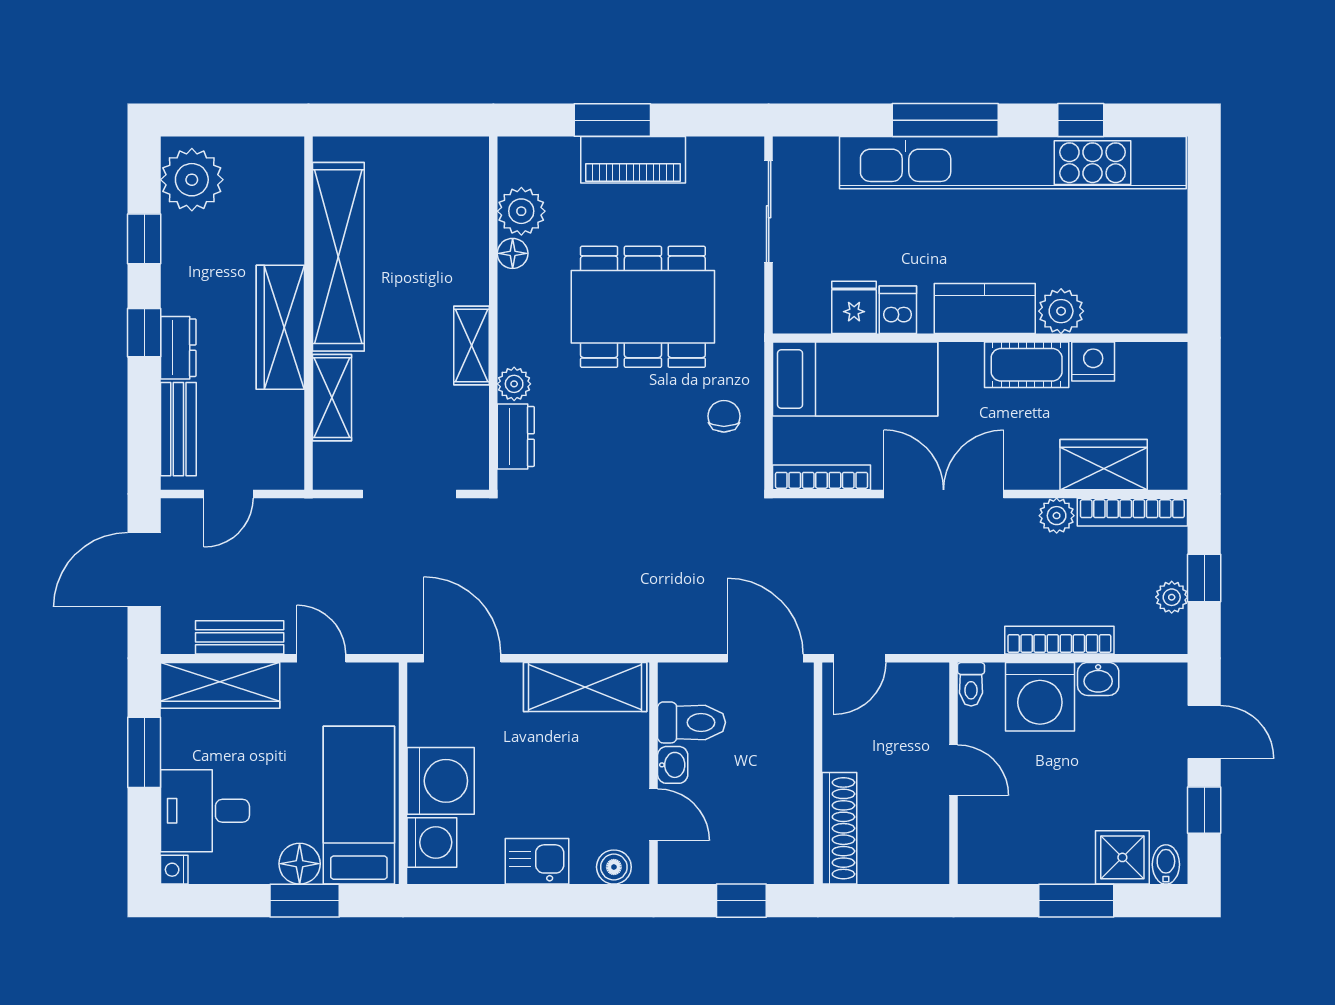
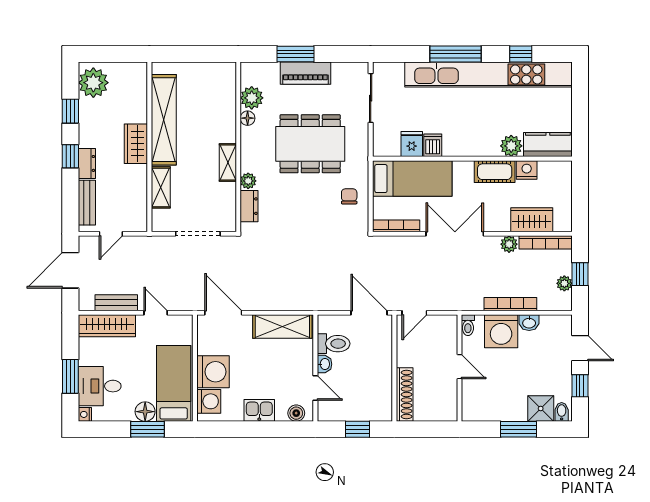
kitchen counter: (985, 308) -> (548, 145), moved
wardrobe: (280, 327) -> (136, 144), width x0.67
window: (144, 752) -> (70, 376), moved

